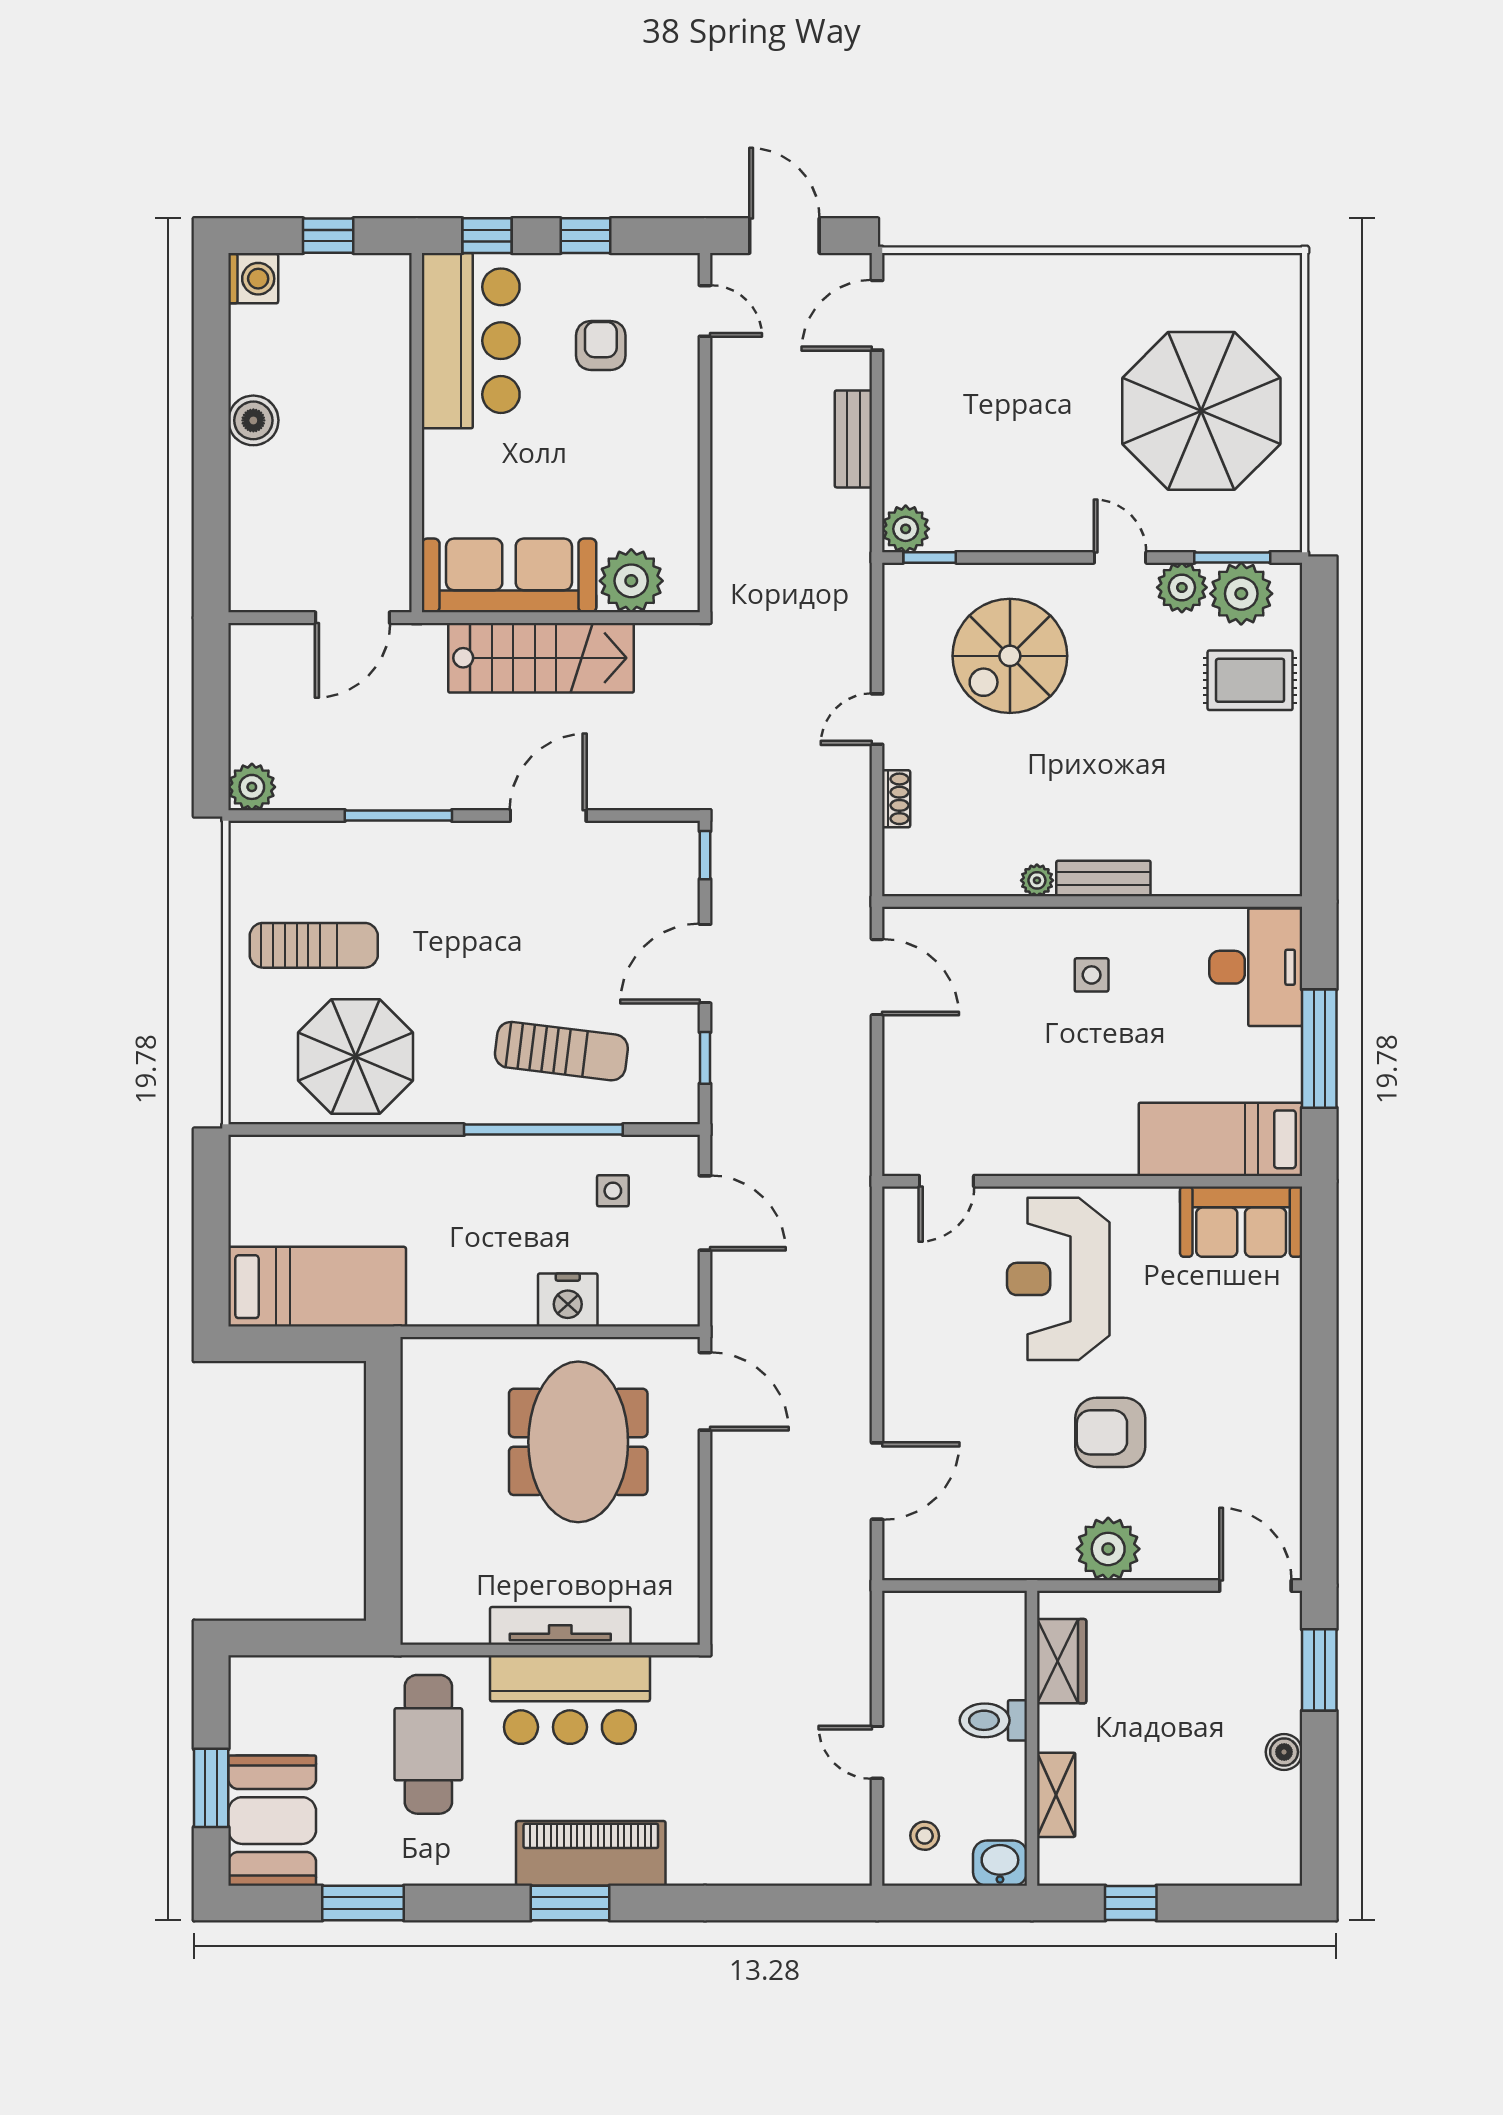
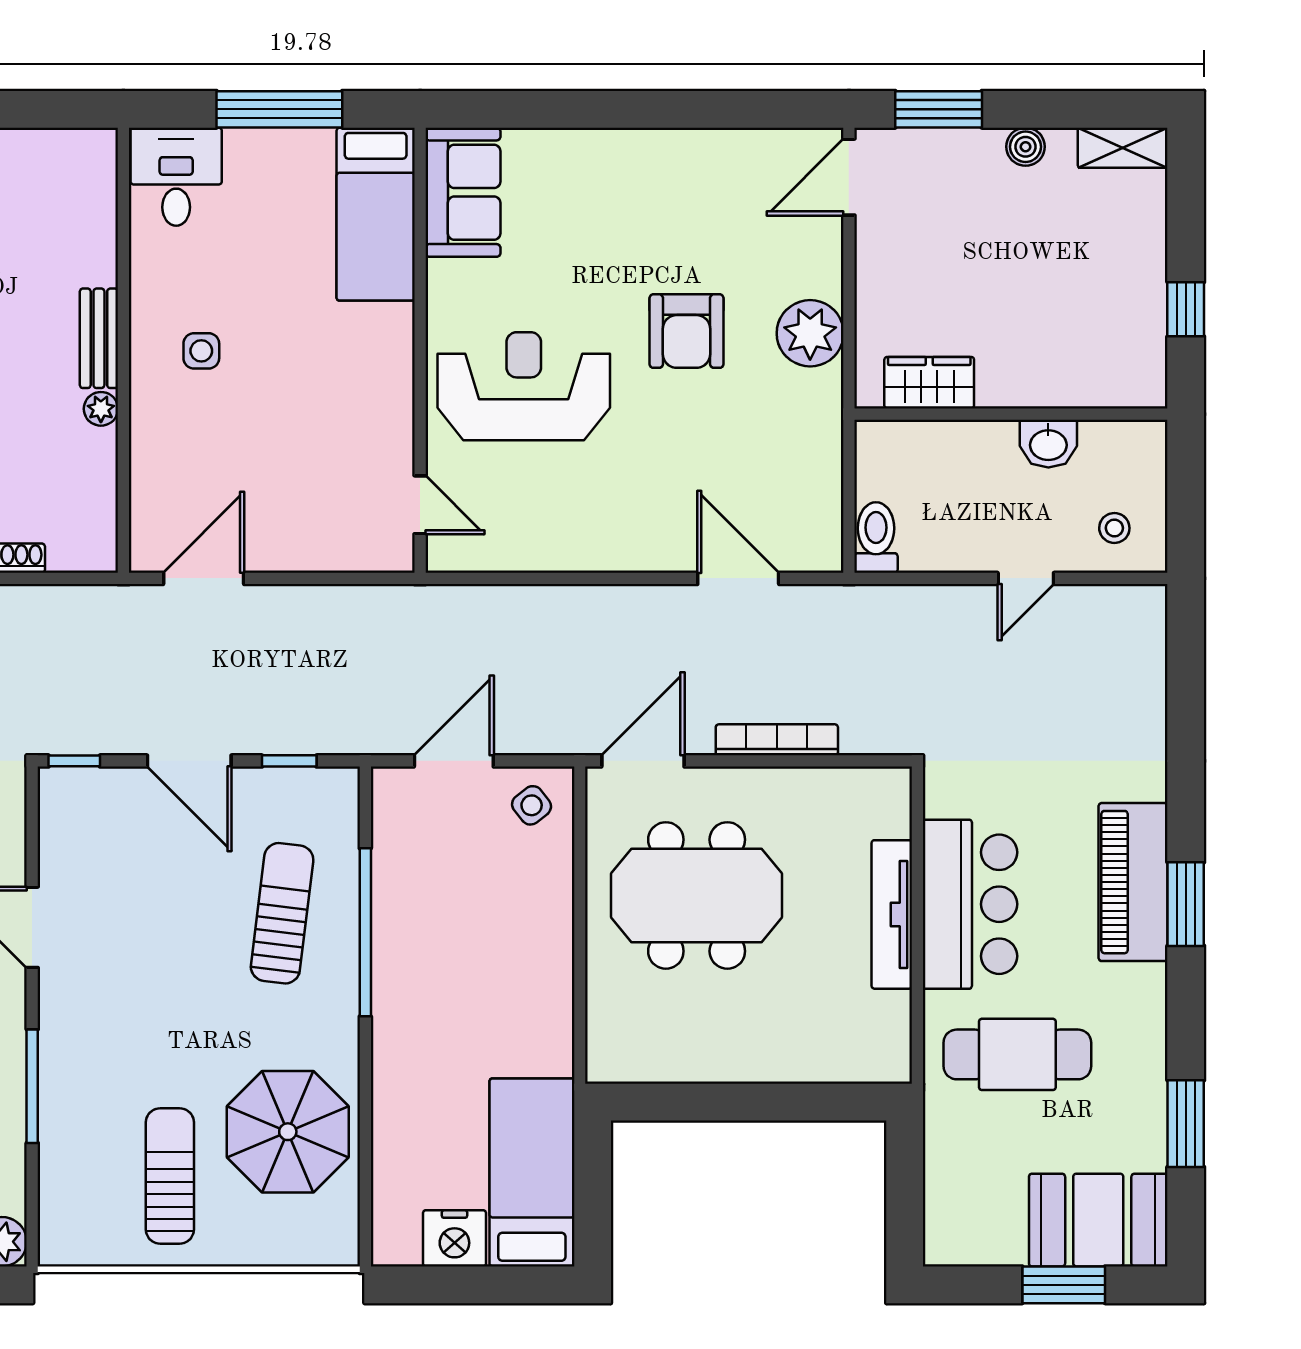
desk: (1256, 967) -> (176, 177), width x0.73
side table: (613, 1191) -> (532, 805), moved, turned -38
reception desk: (1058, 1279) -> (524, 386), turned 180
nightstand: (568, 1300) -> (454, 1238), moved, turned 90
bookcase: (725, 1518) -> (777, 740), added
toilet: (993, 1720) -> (876, 537), moved, turned 180
shelving: (1056, 1795) -> (1123, 148), moved
washbasin: (1000, 1863) -> (1048, 444), moved, turned -90

